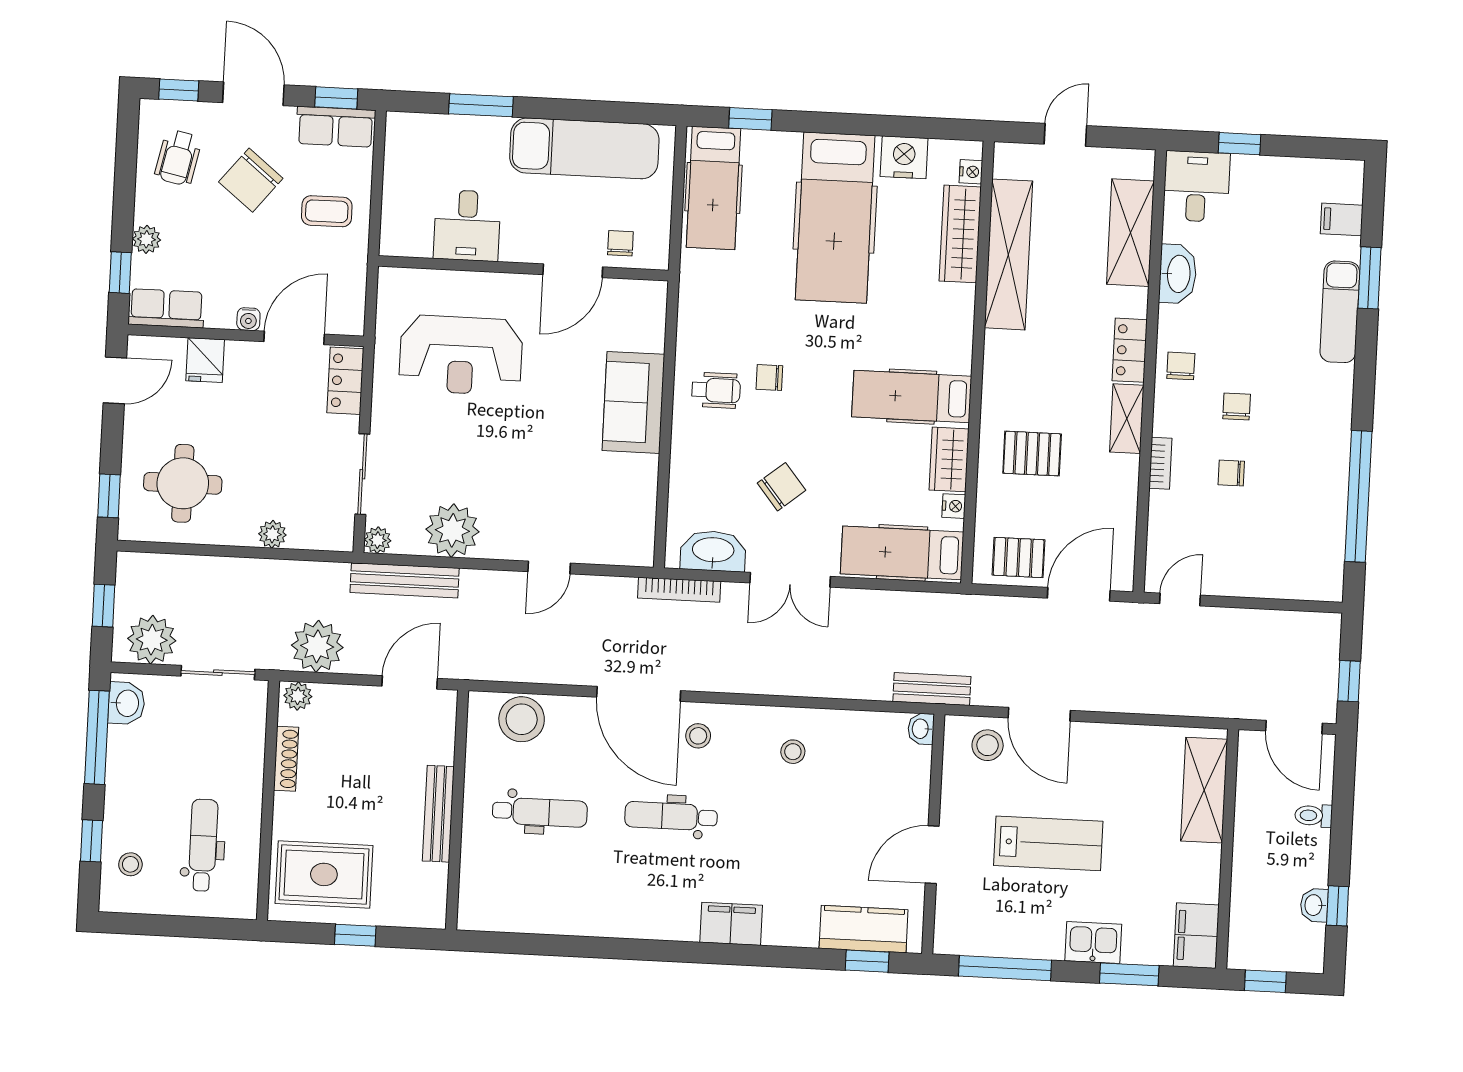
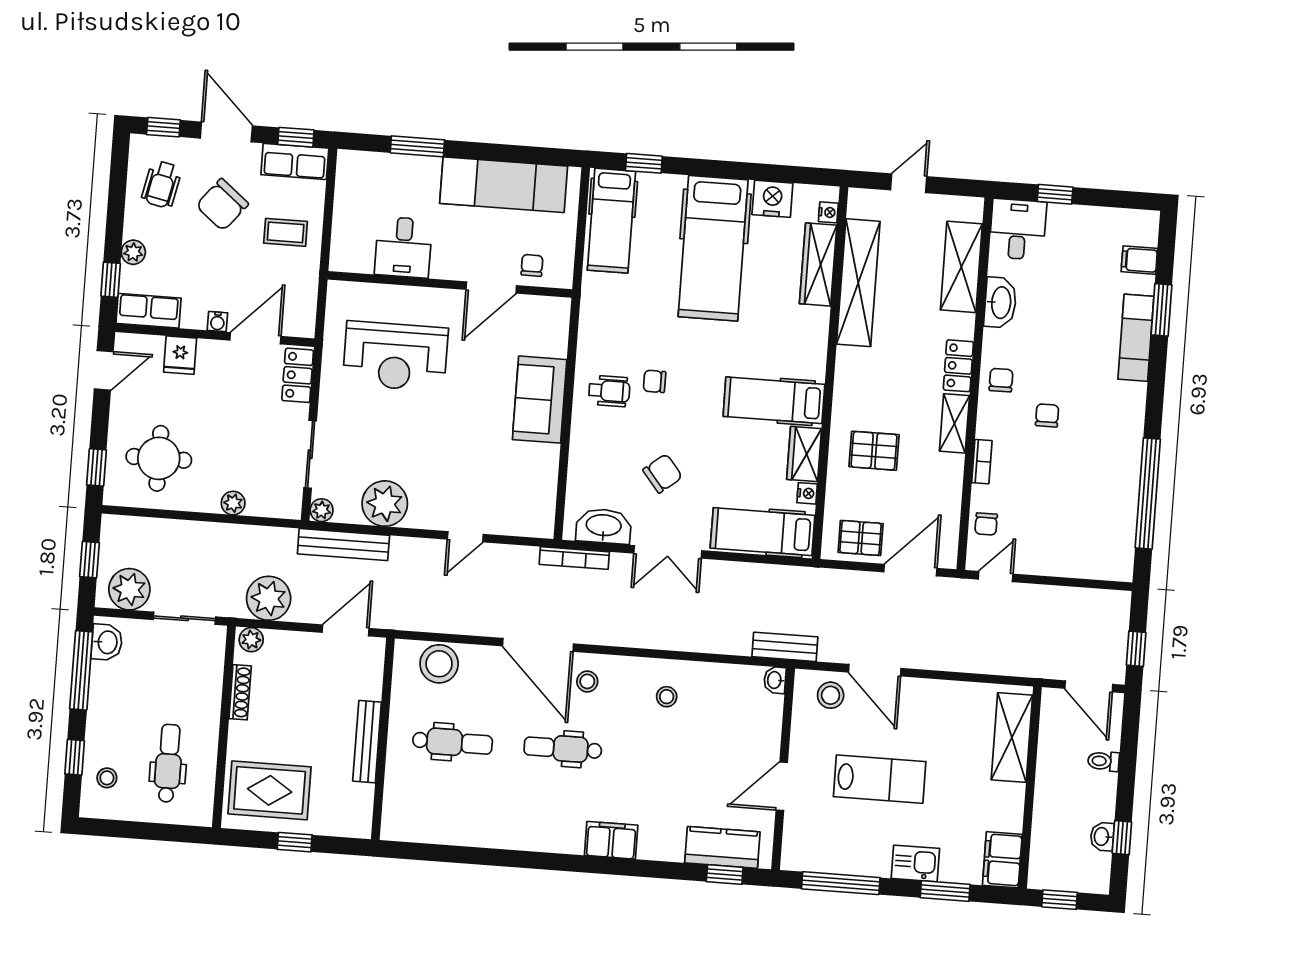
chair: (1231, 473) -> (986, 524), moved, turned -90

